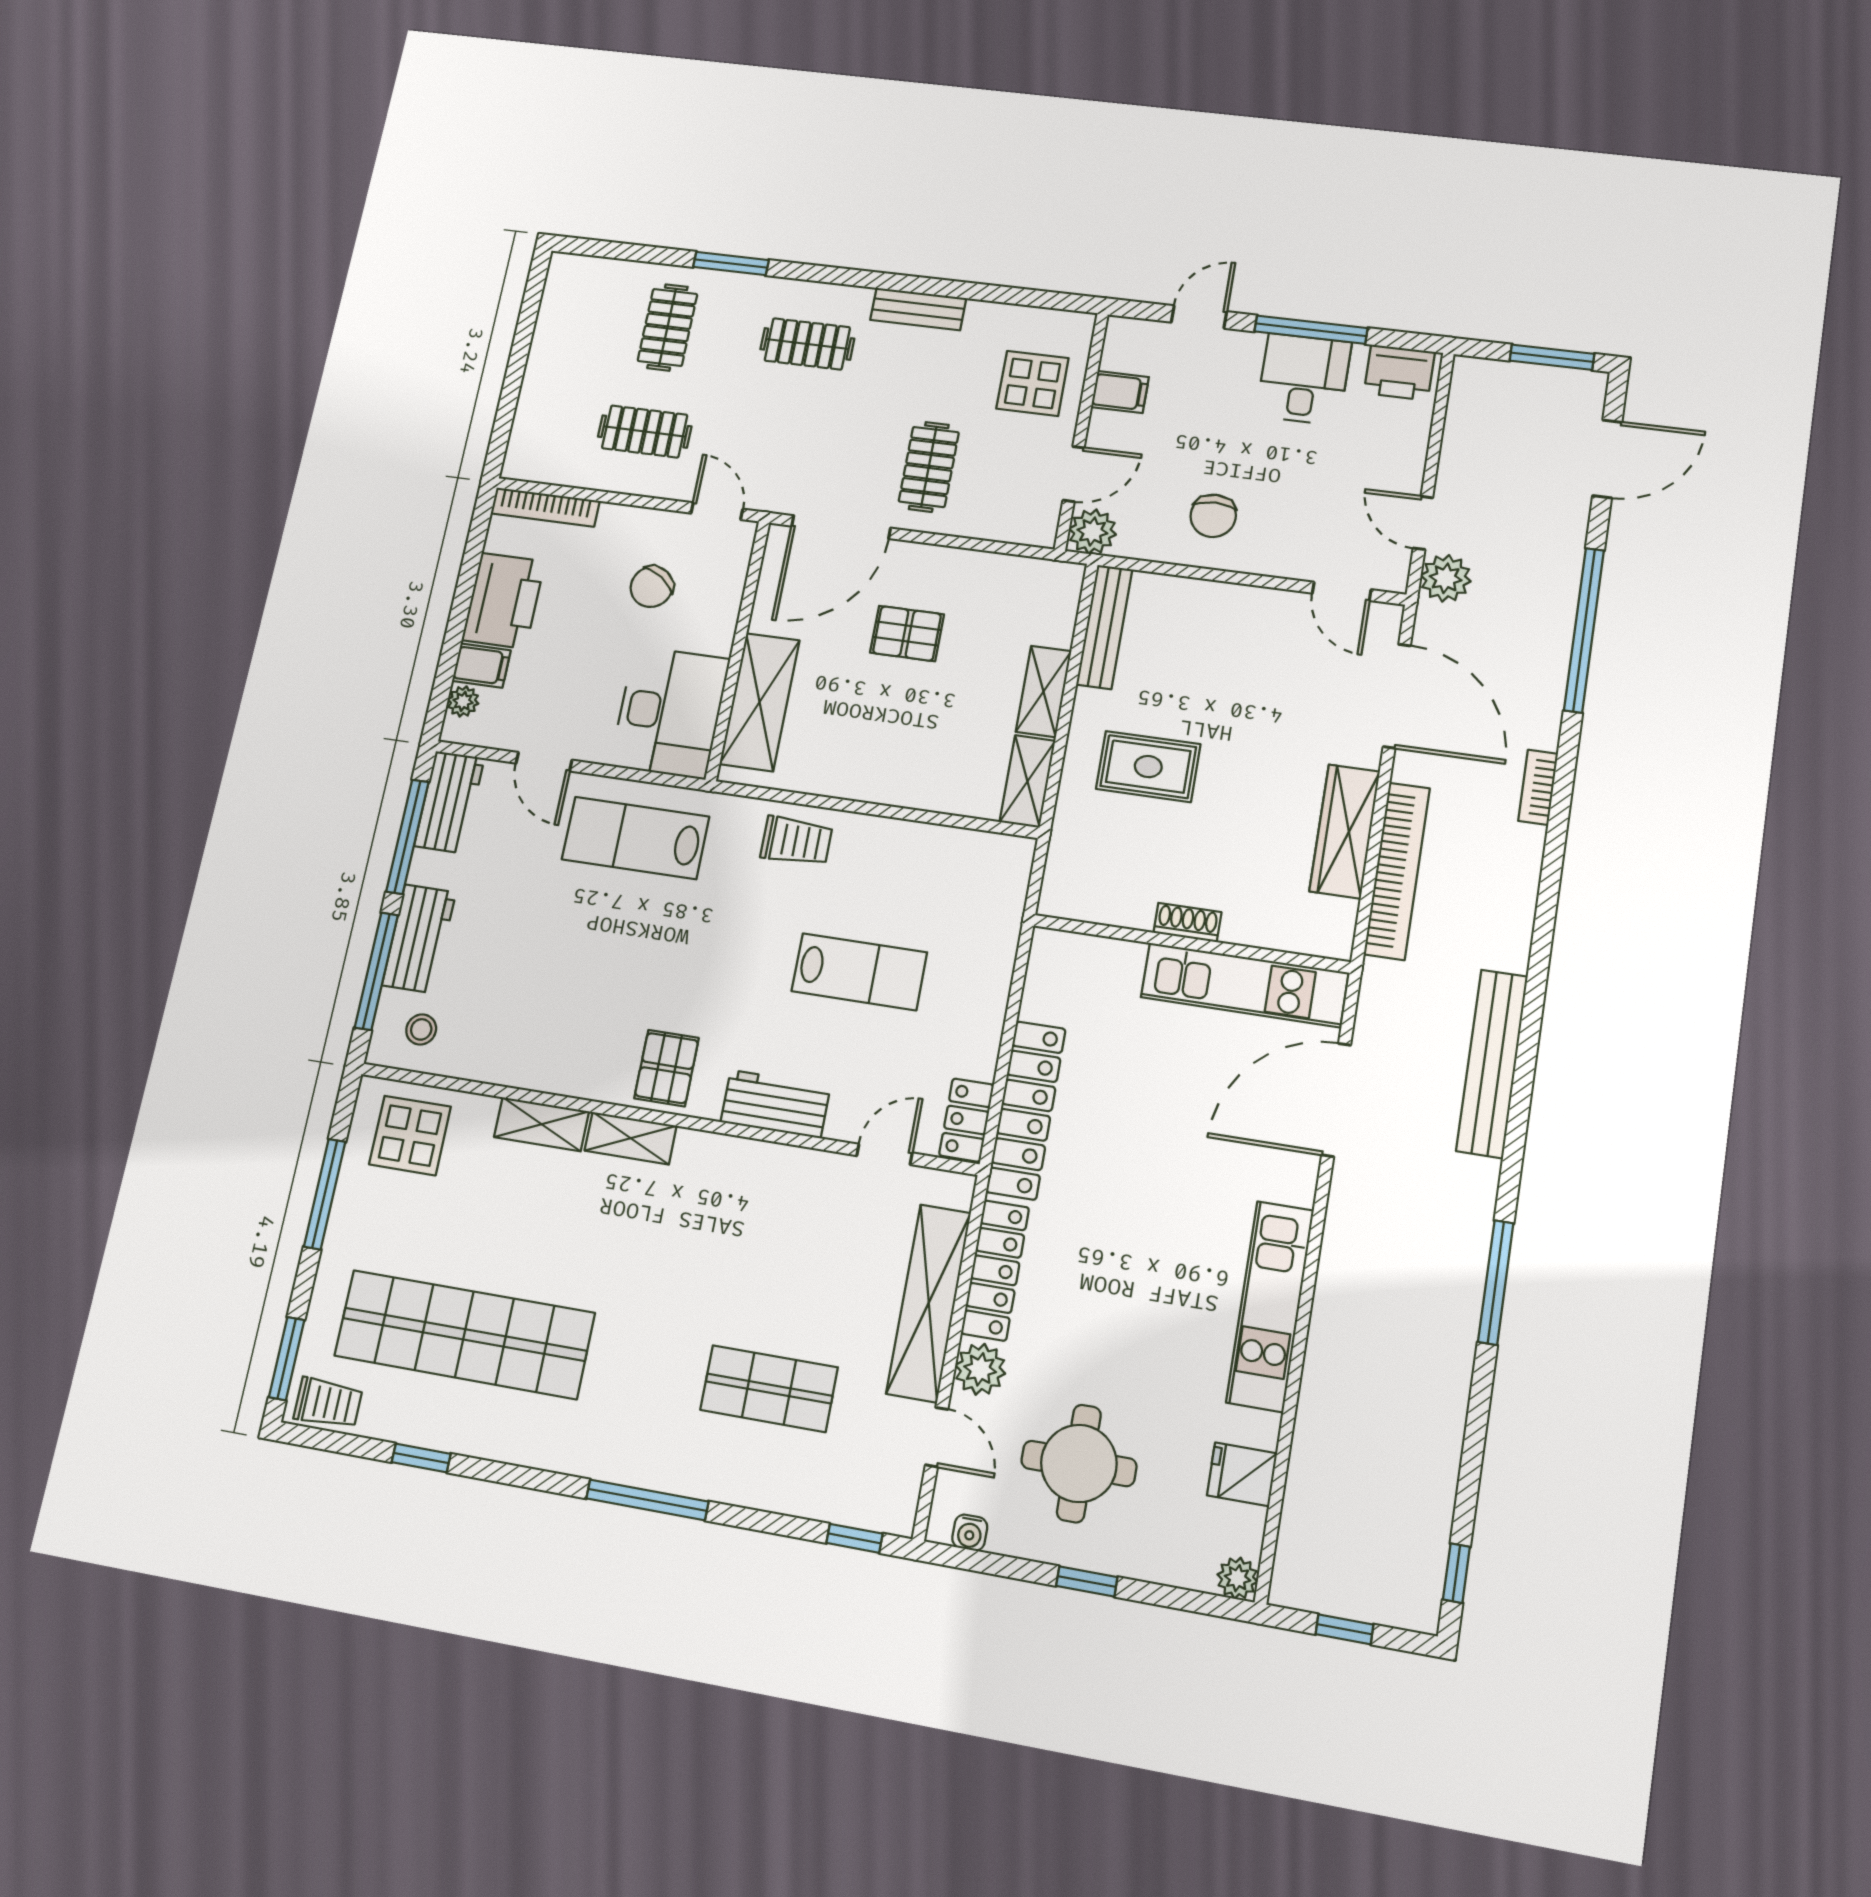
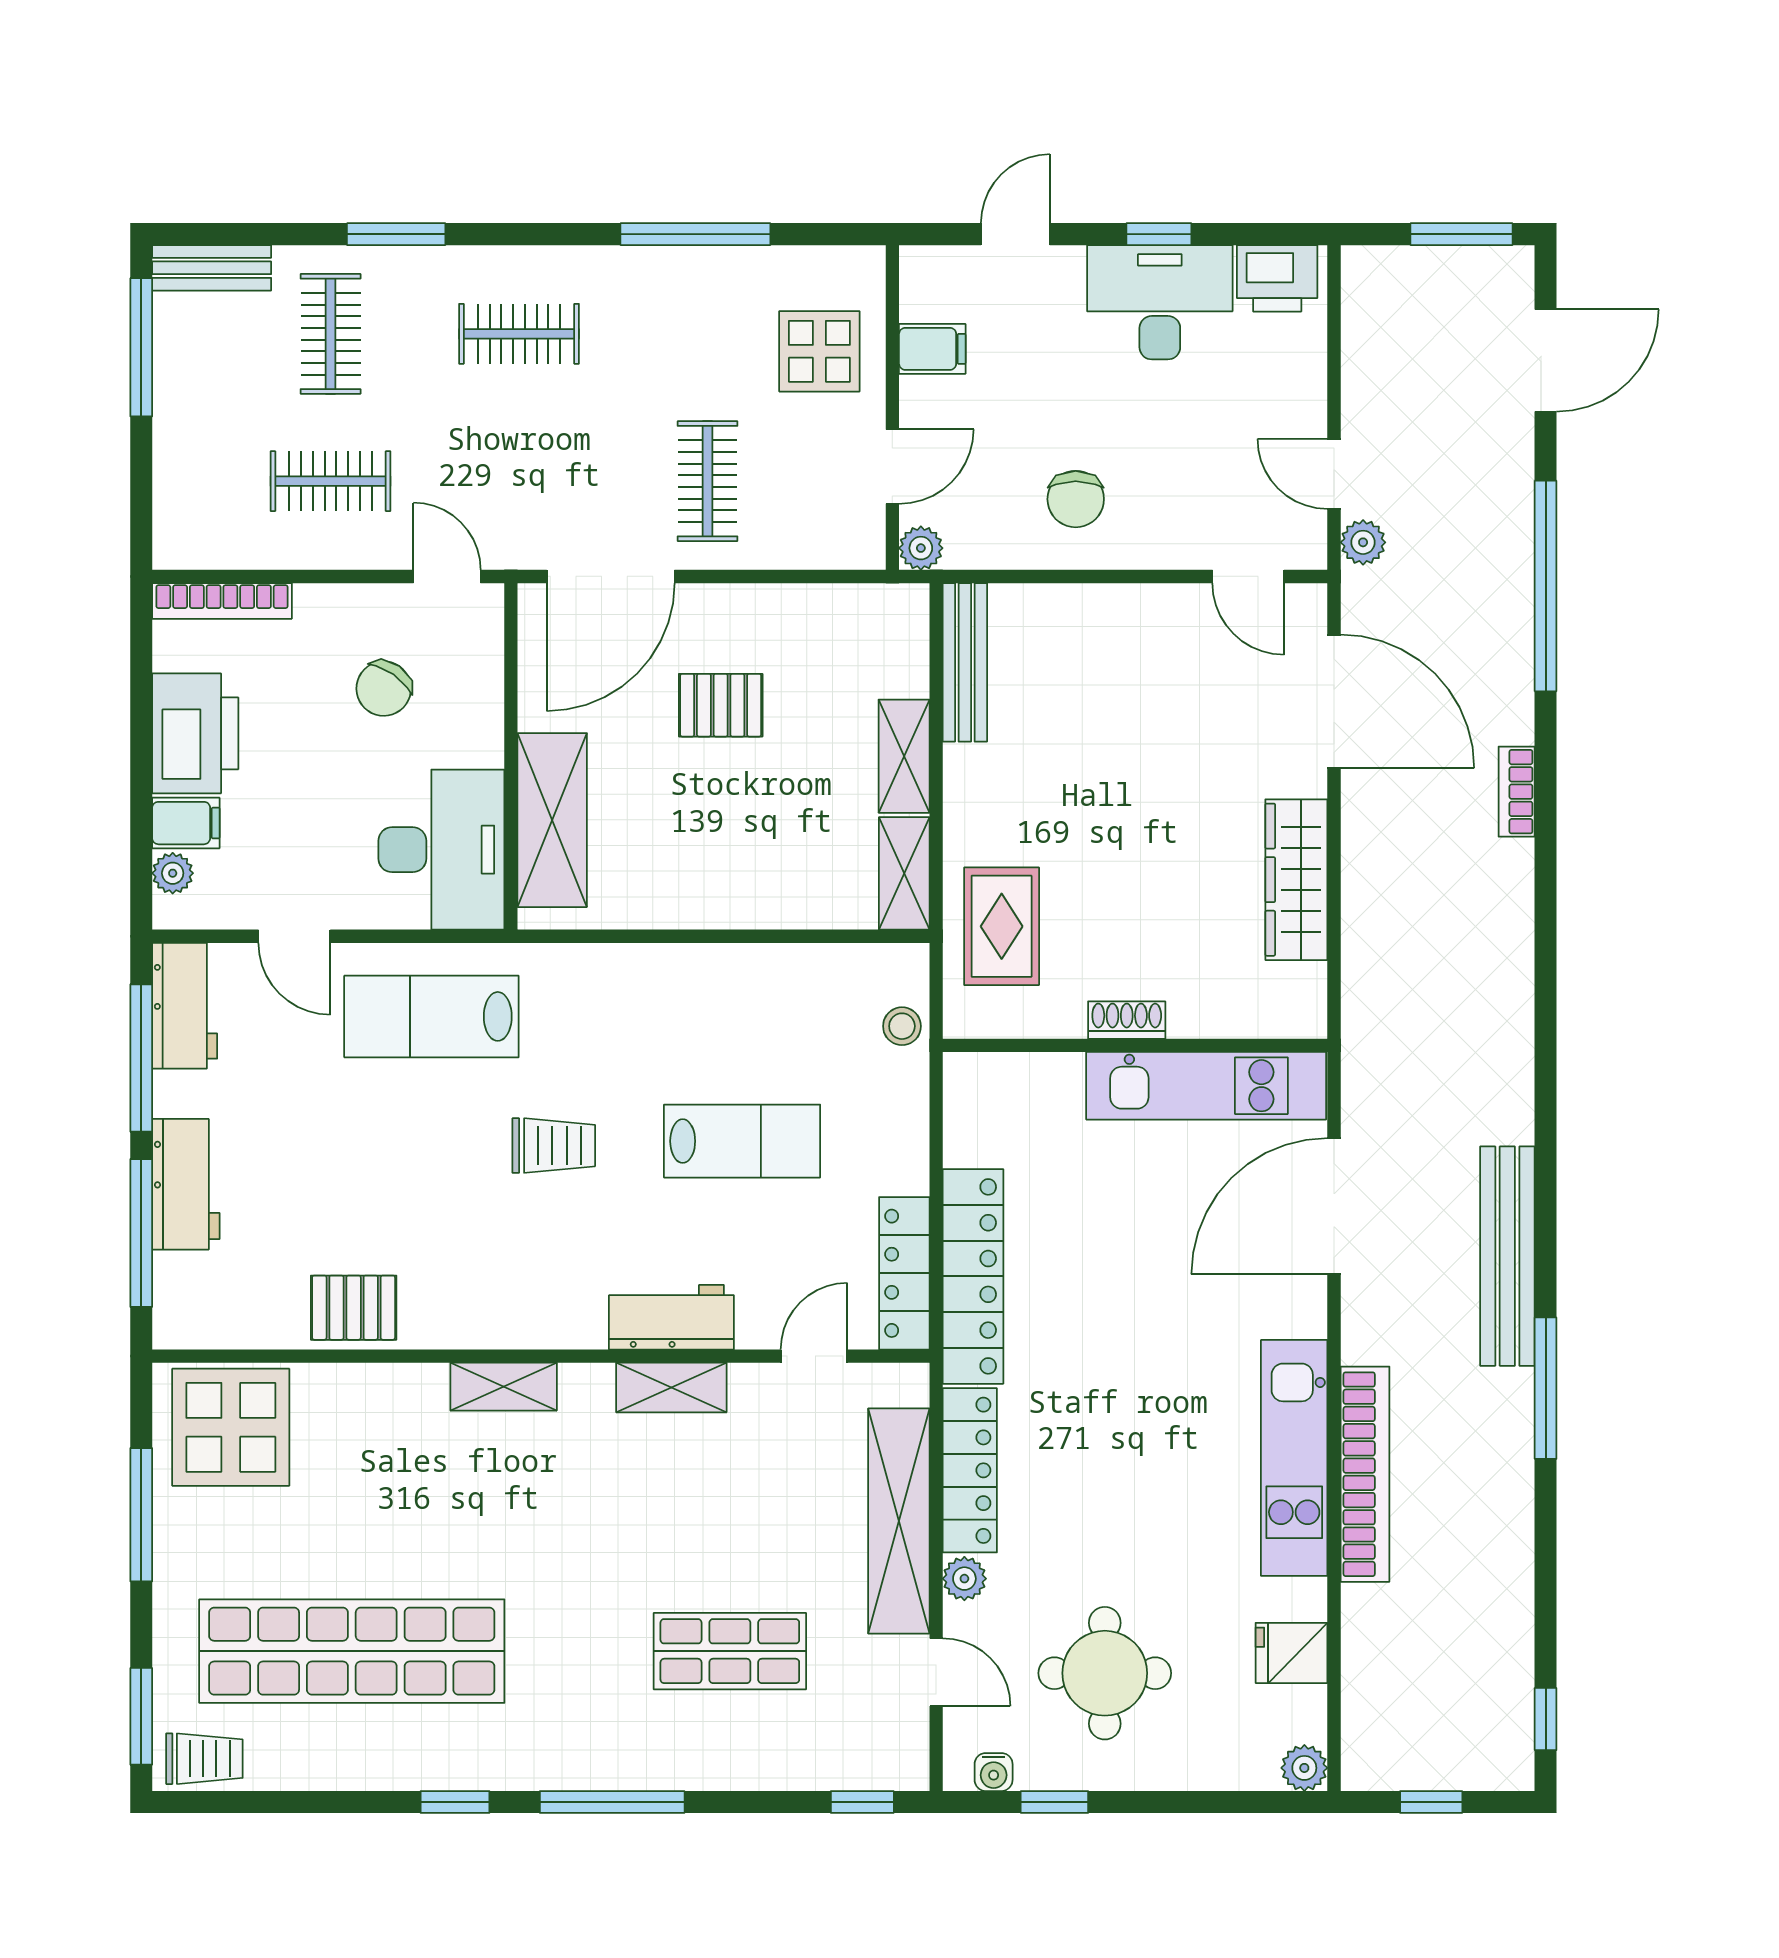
window: (954, 289) -> (695, 234), added
bench: (918, 309) -> (212, 268), moved
window: (527, 320) -> (141, 347), added
window: (1311, 330) -> (1159, 234), width x0.46
desk: (1304, 379) -> (1160, 302), width x1.37
plant: (1092, 532) -> (921, 548), width x0.73, depth x0.73
plant: (1446, 578) -> (1363, 542), width x0.73, depth x0.73
rug: (1148, 767) -> (1002, 926), moved, turned 90
trolley: (796, 841) -> (554, 1146), moved
bookcase: (1397, 871) -> (1365, 1474), moved
stool: (421, 1029) -> (902, 1026), moved
bench: (1492, 1063) -> (1507, 1256), moved
pallet: (667, 1068) -> (354, 1308), moved, turned 90
locker: (966, 1120) -> (904, 1273), width x1.53
shelving: (541, 1124) -> (671, 1387), moved
display table: (410, 1135) -> (231, 1427), width x1.36, depth x1.36
plant: (980, 1369) -> (964, 1579), width x0.73, depth x0.73
window: (421, 1458) -> (455, 1802), moved
window: (1087, 1581) -> (1054, 1802), moved

